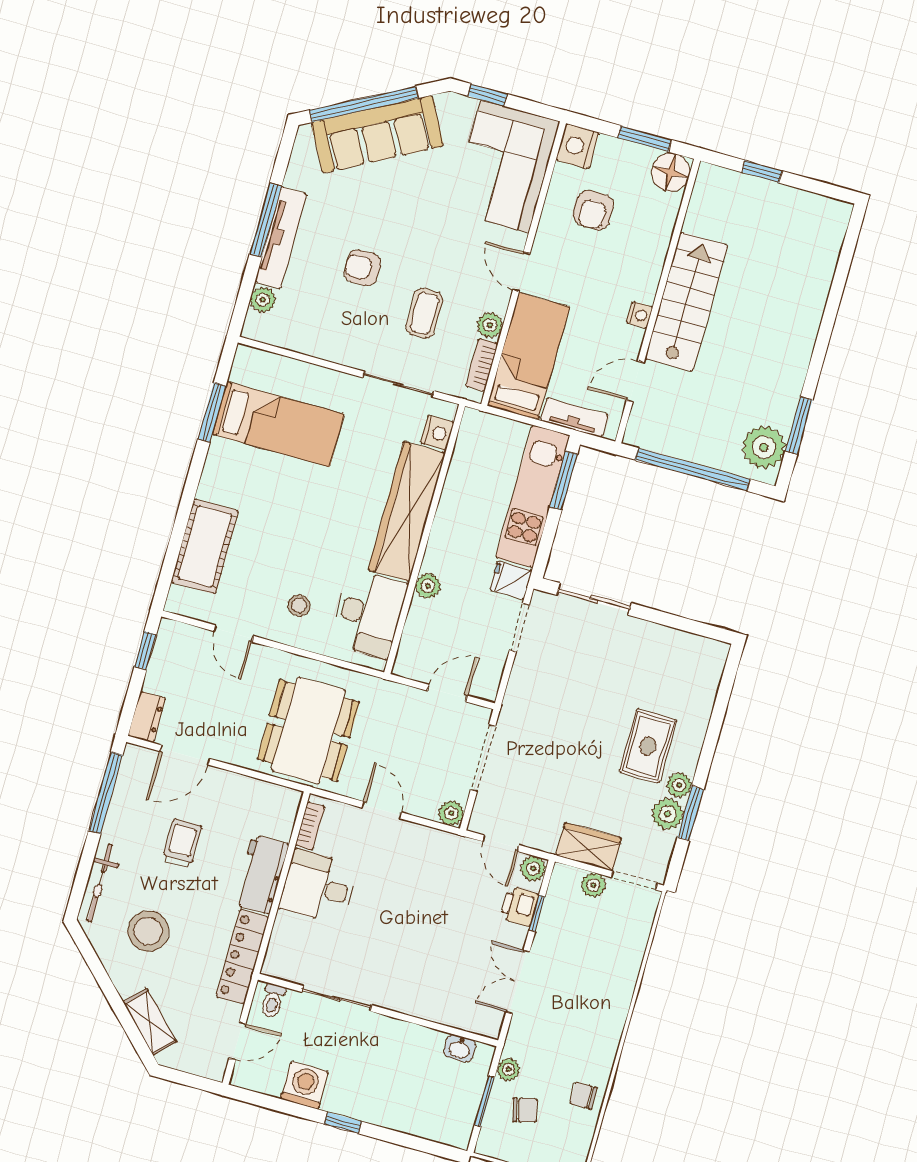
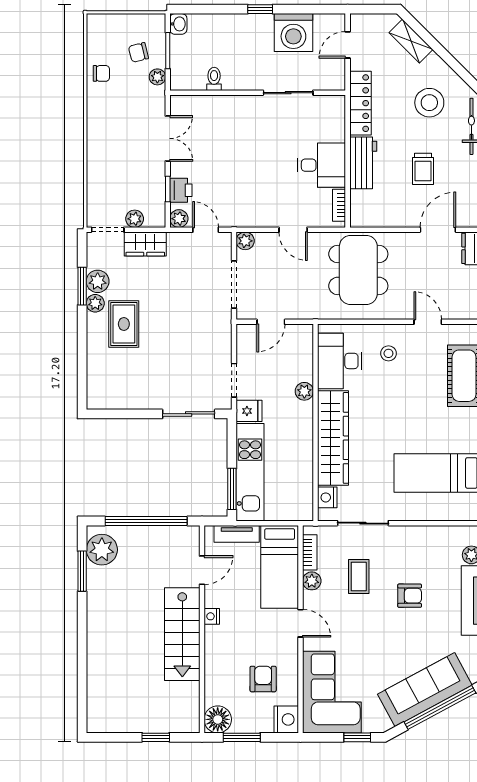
toilet: (273, 1001) -> (214, 79), moved
washbasin: (460, 1048) -> (178, 24), moved, turned 90
washing machine: (305, 1085) -> (293, 33), width x1.37, depth x1.37

